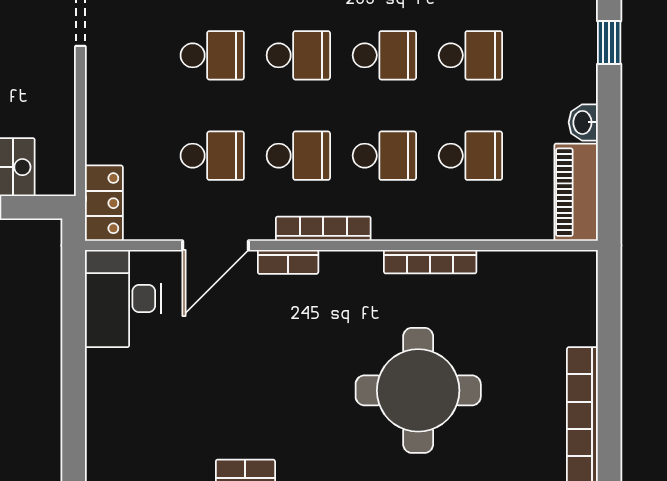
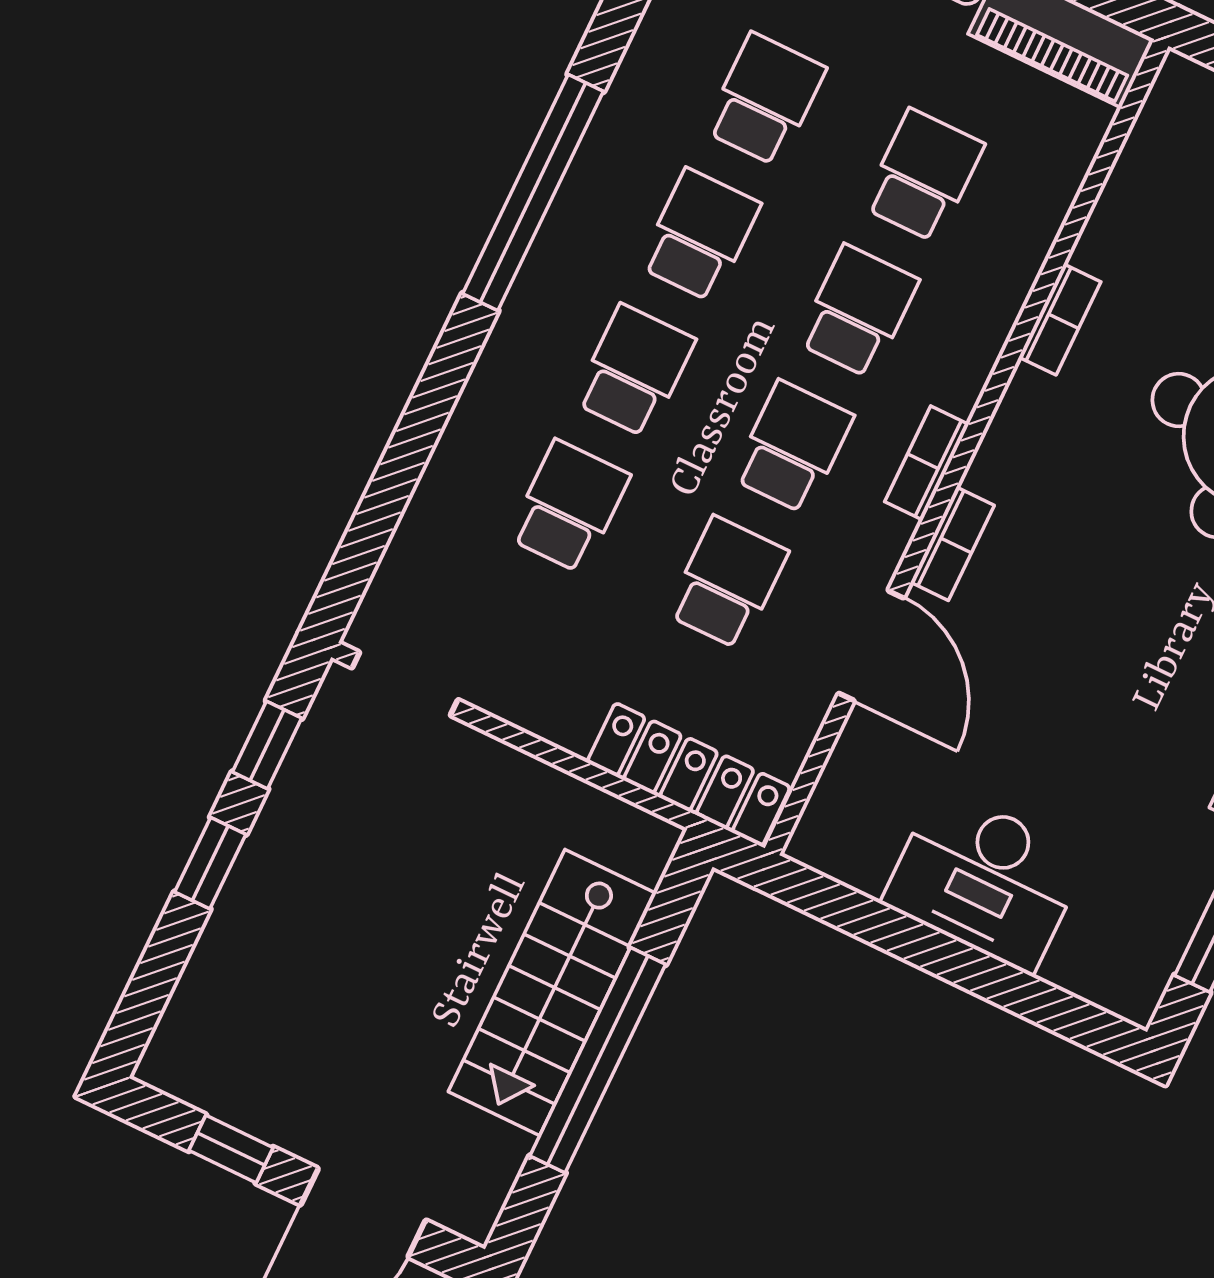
locker: (104, 203) -> (689, 775), width x1.53
bookcase: (323, 229) -> (927, 463), width x0.64
bookcase: (430, 262) -> (1060, 319), width x0.64
desk: (123, 299) -> (985, 880), moved

